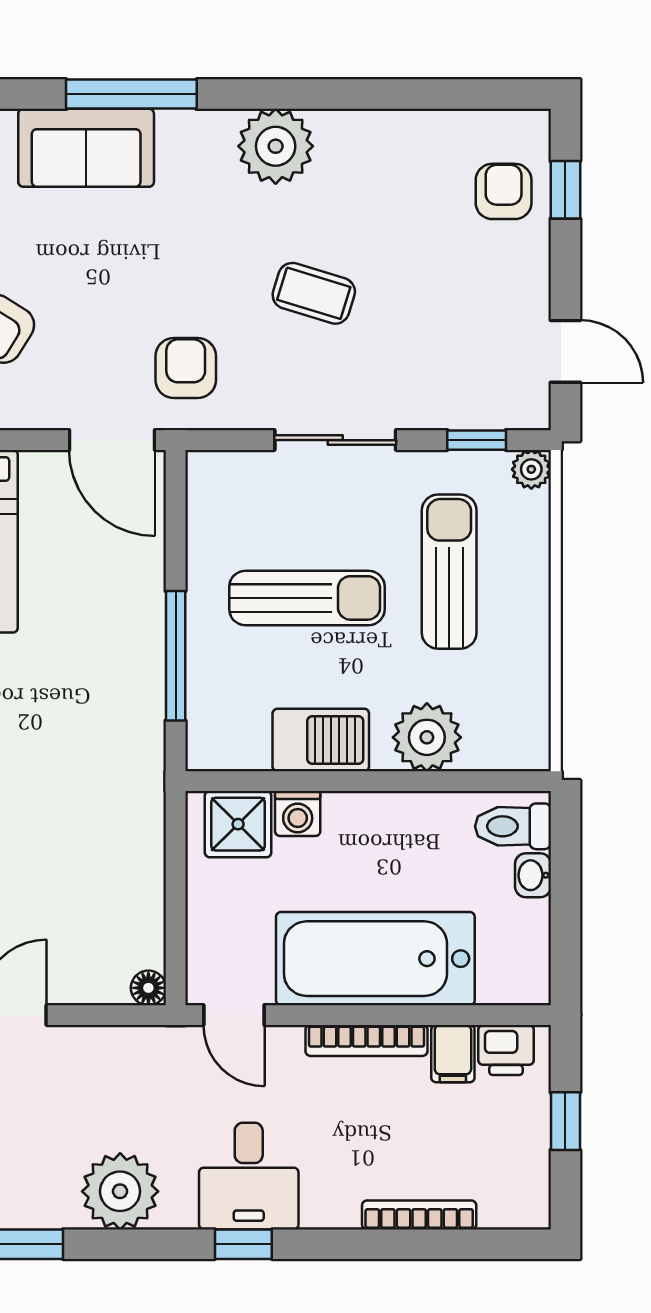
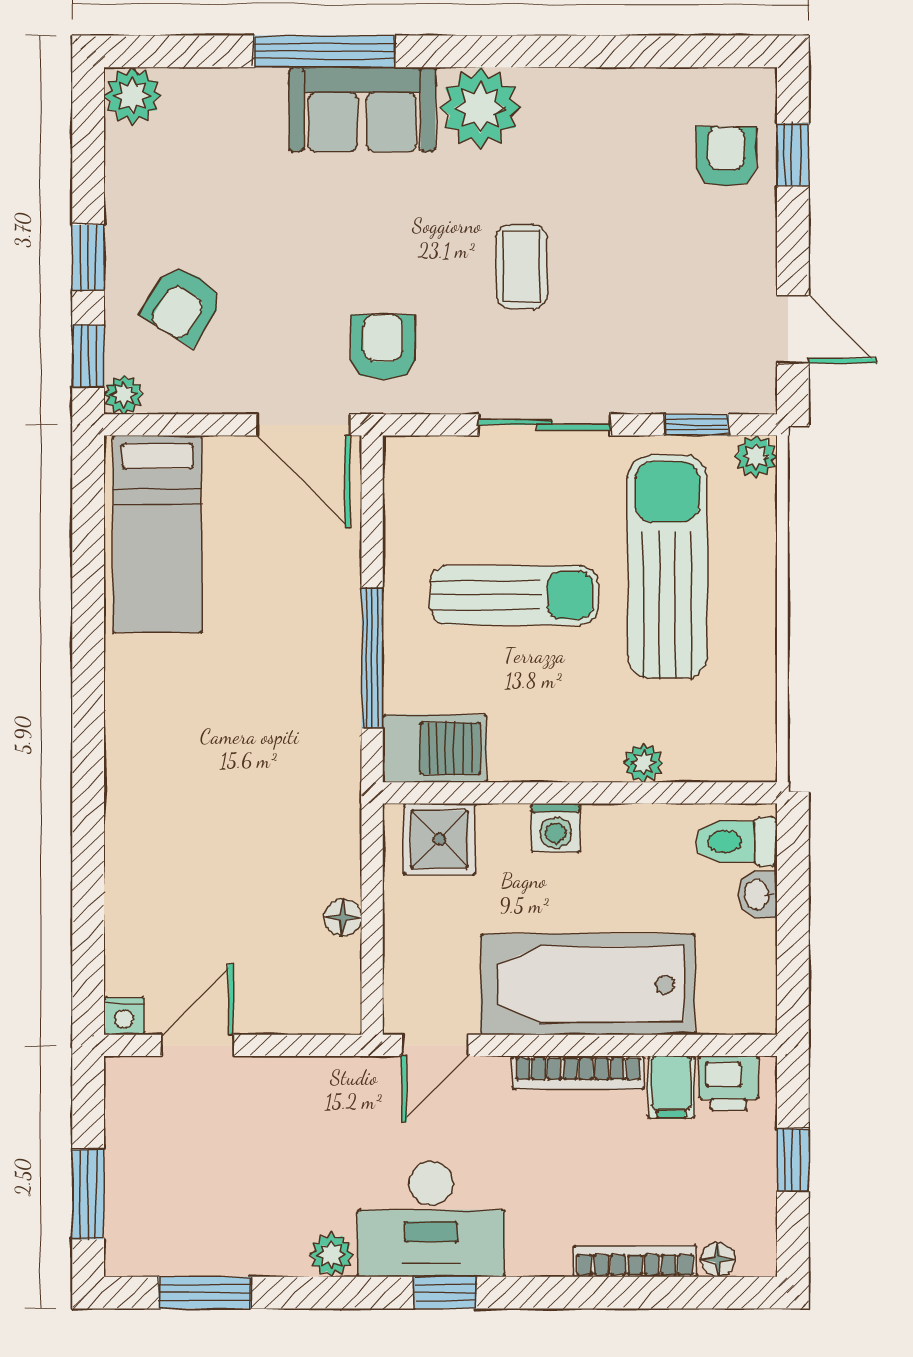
sofa: (86, 148) -> (362, 109), moved
coffee table: (314, 293) -> (521, 266), turned 73
sun lounger: (449, 572) -> (667, 567), width x1.36, depth x1.34
plant: (427, 737) -> (643, 763), width x0.53, depth x0.53
barbecue: (321, 740) -> (435, 748), moved
washing machine: (298, 813) -> (556, 828), moved
floor lamp: (148, 988) -> (343, 917), moved
door: (234, 1015) -> (435, 1045), hinge flipped
desk: (249, 1176) -> (431, 1219), width x1.37
plant: (120, 1191) -> (331, 1255), width x0.53, depth x0.53
floor lamp: (496, 1214) -> (718, 1260), added

